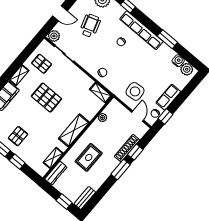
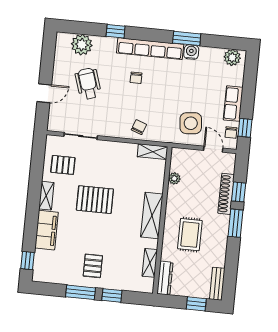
plant: (54, 36) -> (55, 124), removed
water cooler: (178, 61) -> (191, 52), moved

